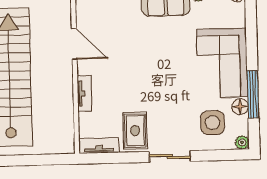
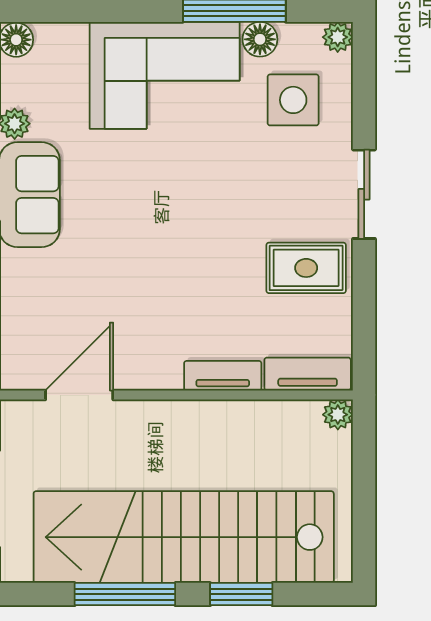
door: (74, 44) -> (79, 395), moved
tv unit: (99, 146) -> (308, 374), moved, turned 90
plant: (68, 147) -> (338, 415), added

